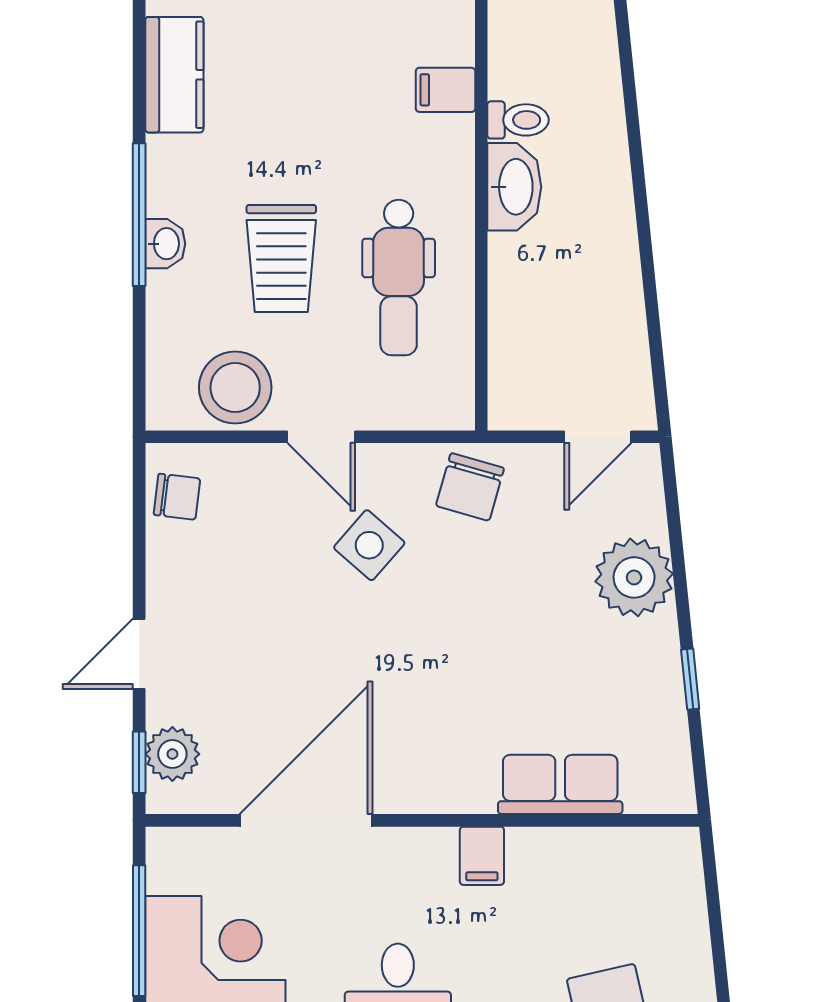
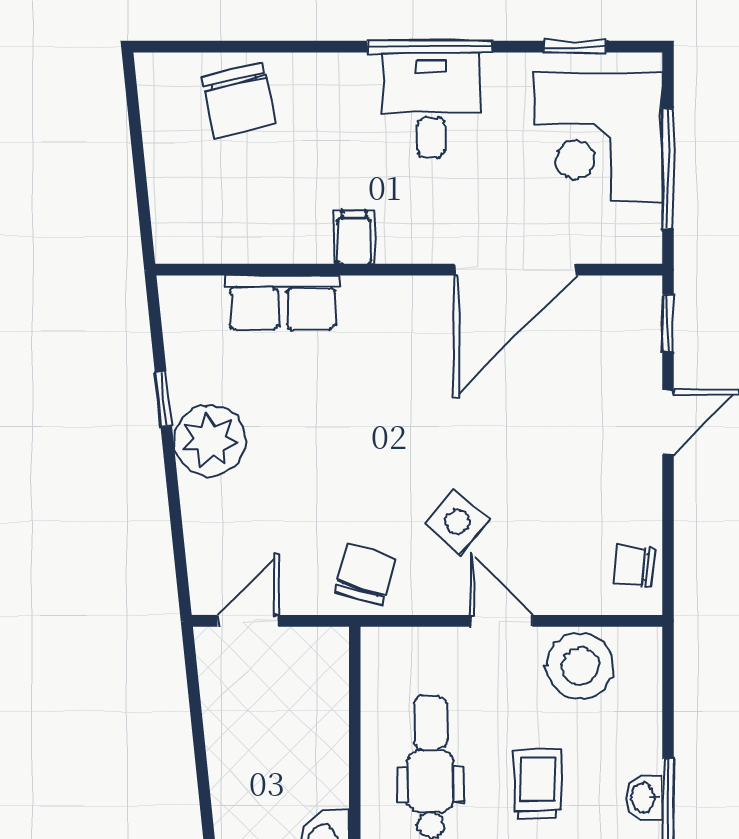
trolley: (281, 258) -> (538, 784), width x0.73, depth x0.72
plant: (634, 577) -> (210, 440), moved
plant: (172, 754) -> (638, 330), removed

